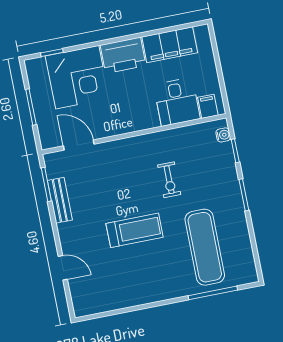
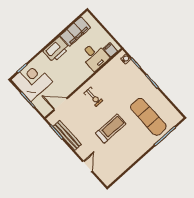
corner desk: (77, 77) -> (32, 81), moved, turned -90
exercise bike: (169, 180) -> (93, 97), moved
bench: (60, 200) -> (67, 135), width x1.36
door: (63, 268) -> (87, 166), hinge flipped

